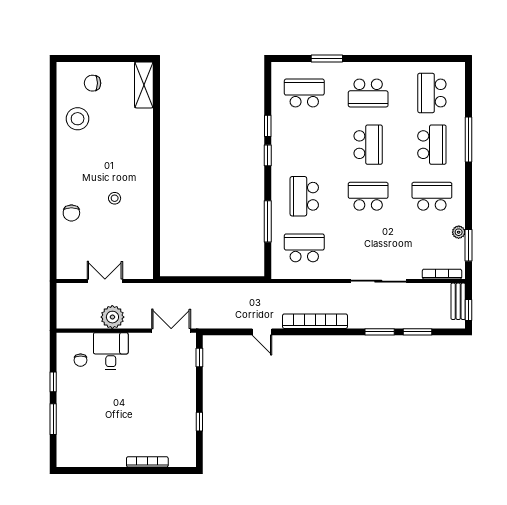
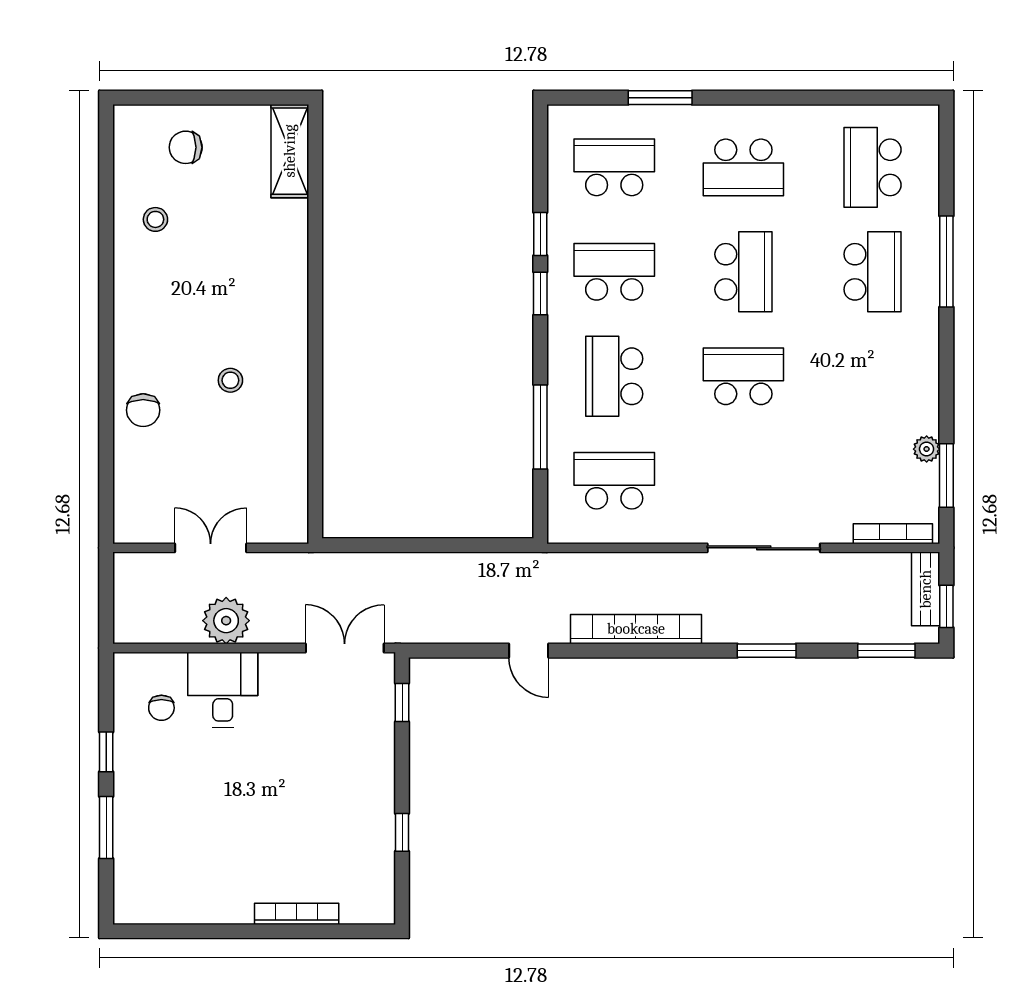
stool: (78, 119) -> (155, 219), width x0.53, depth x0.53
school desk: (432, 196) -> (614, 272), moved
window: (417, 332) -> (886, 651), moved

